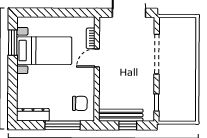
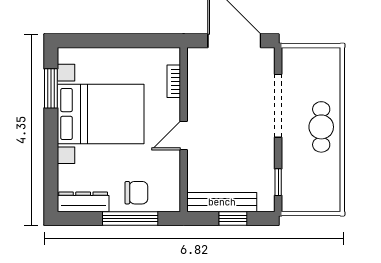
bed with nightstands: (44, 51) -> (101, 114), width x1.36
door: (97, 58) -> (184, 135), moved
cafe table: (184, 68) -> (321, 127), added
chair: (80, 103) -> (136, 193), moved

